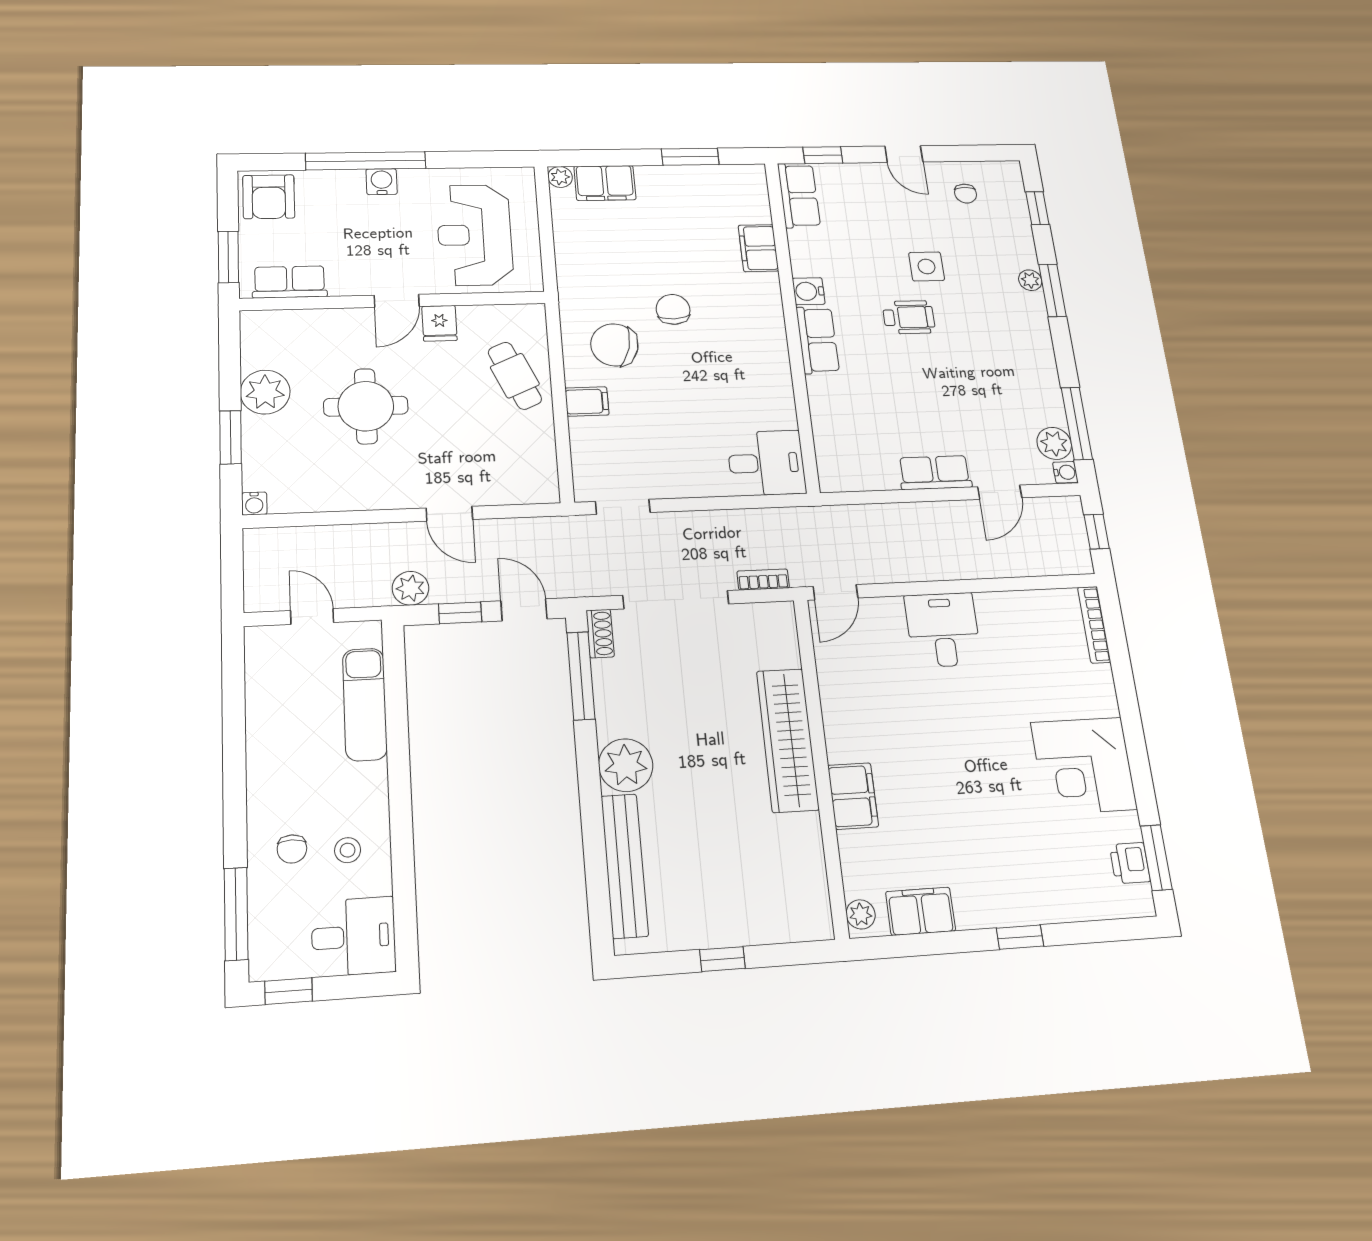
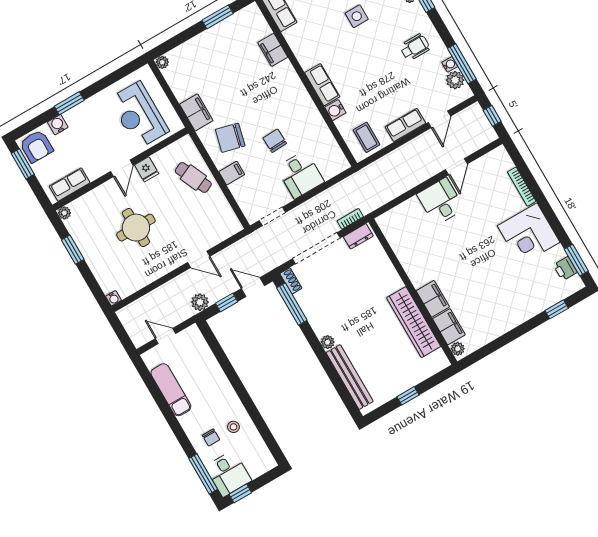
window: (366, 161) -> (69, 103), width x0.47
water cooler: (382, 182) -> (58, 125), moved
filing cabinet: (605, 183) -> (196, 112), moved, turned -90
window: (228, 257) -> (23, 164), moved
water cooler: (809, 291) -> (335, 110), moved
chair: (673, 309) -> (275, 141), moved
wheelchair: (909, 317) -> (415, 47), moved
plant: (265, 392) -> (64, 213), moved, width x0.53, depth x0.53
window: (230, 437) -> (73, 250), moved
coffee table: (856, 459) -> (366, 137), added
desk: (766, 463) -> (300, 175), moved, turned 90
water cooler: (1065, 472) -> (450, 64), moved
door: (835, 592) -> (456, 167), moved
dresser: (764, 616) -> (358, 236), added
bookcase: (1094, 625) -> (522, 187), moved
exam couch: (365, 704) -> (171, 390), moved, turned 180
wardrobe: (788, 740) -> (414, 322), moved
plant: (626, 765) -> (328, 342), width x0.53, depth x0.53
filing cabinet: (921, 911) -> (449, 327), moved, turned 90
desk: (353, 937) -> (228, 474), moved, turned 90
window: (1020, 937) -> (557, 309), moved

